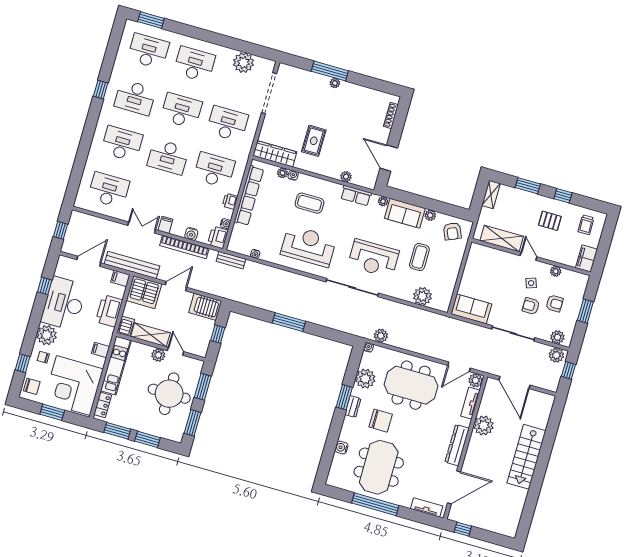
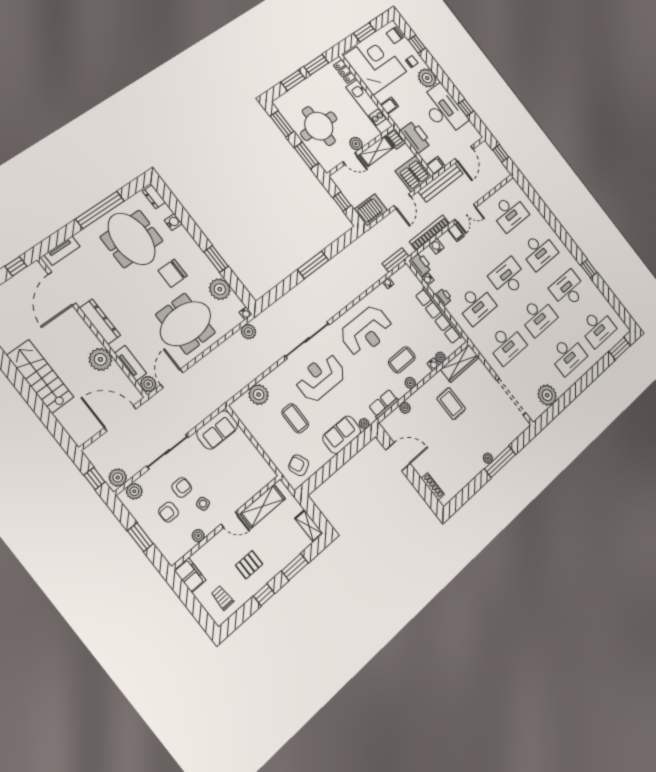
plant: (430, 215) -> (410, 383), moved
dresser: (353, 407) -> (154, 197), moved

